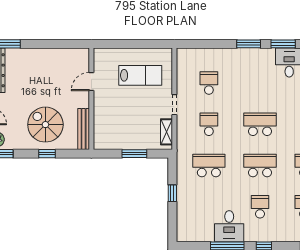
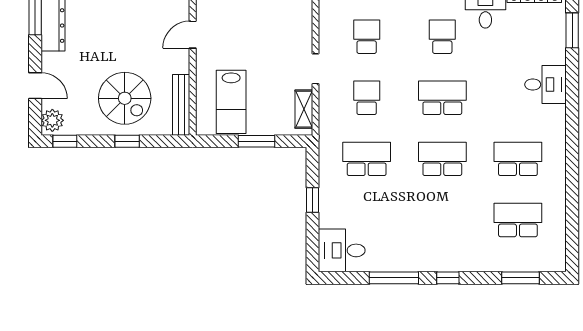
lab bench: (140, 75) -> (231, 102), moved, turned 90
spiral stairs: (45, 125) -> (125, 98), turned 180
school desk: (260, 207) -> (442, 37), moved
desk: (229, 226) -> (342, 250), moved, turned 90

